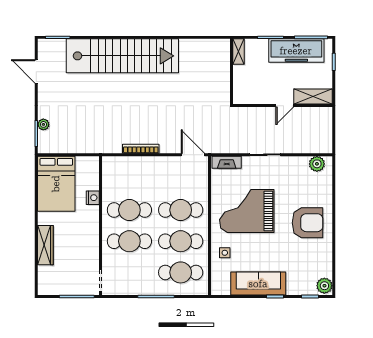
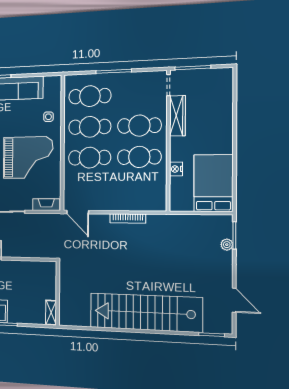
shelving: (239, 51) -> (51, 313), moved
wall: (231, 71) -> (58, 293), moved
wardrobe: (45, 245) -> (178, 116), moved, turned 180

